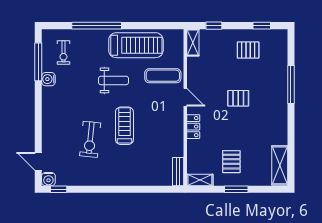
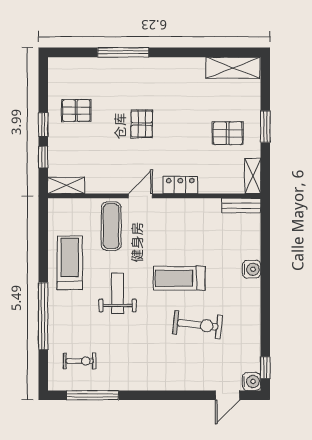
window: (262, 26) -> (43, 125), moved
treadmill: (136, 45) -> (70, 263), width x0.73, depth x0.73
pallet: (248, 50) -> (76, 111), turned 90
water cooler: (48, 79) -> (252, 269), moved, turned -90

